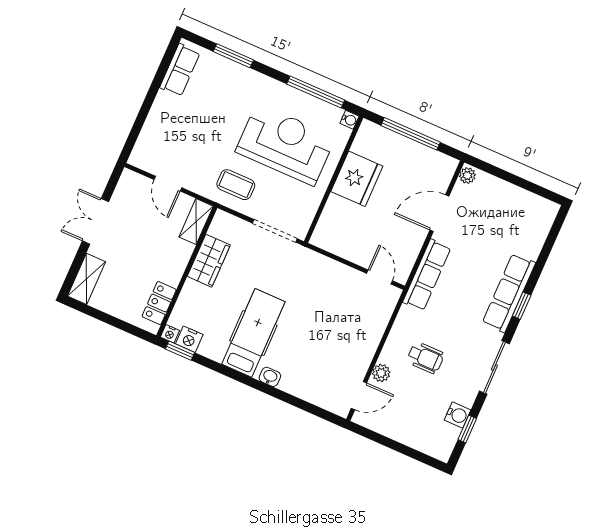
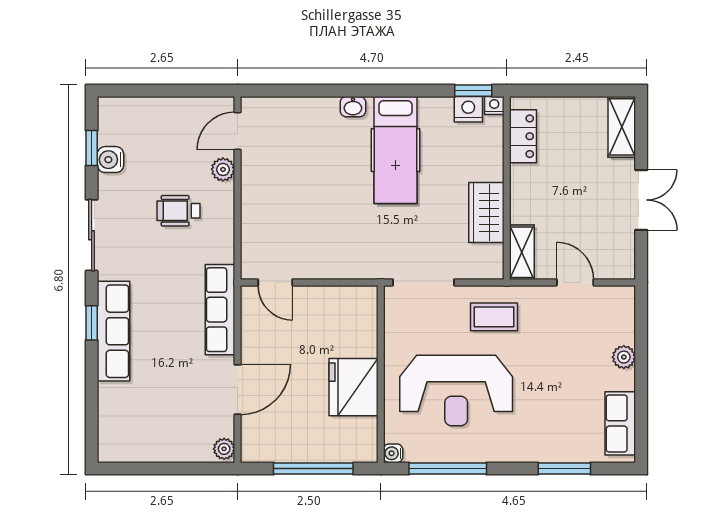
plant: (157, 116) -> (624, 357), added

